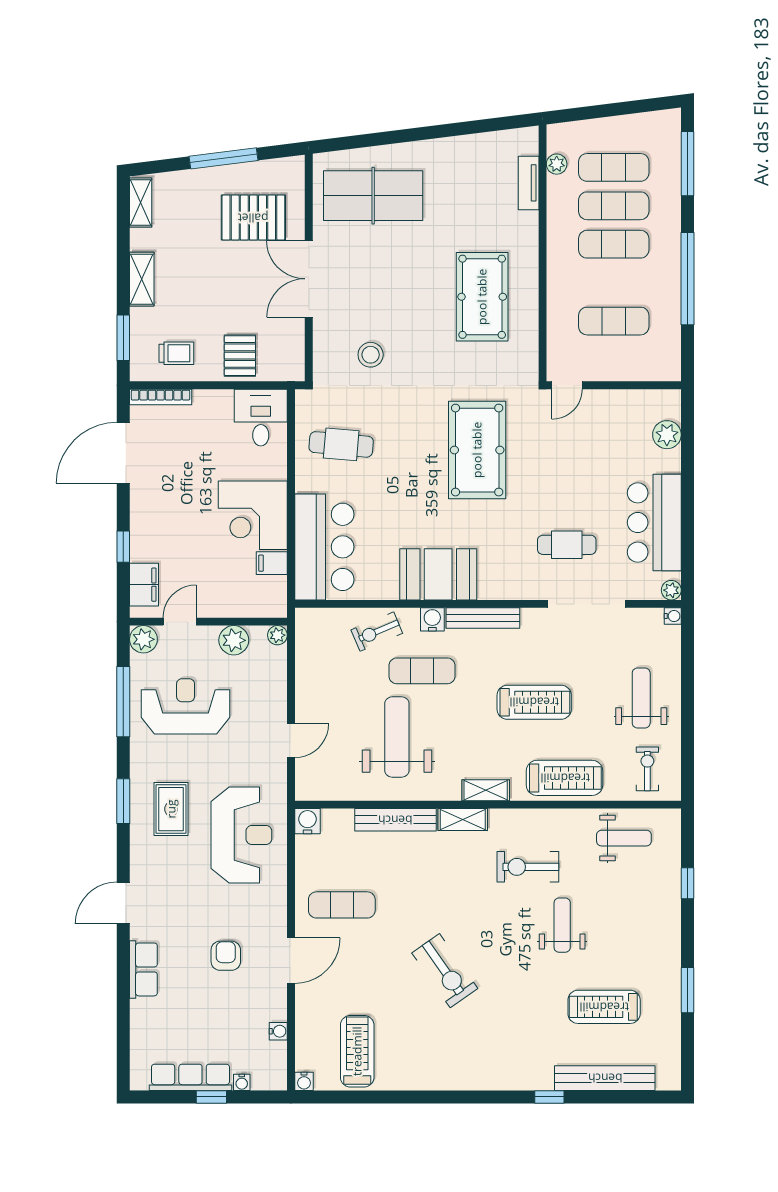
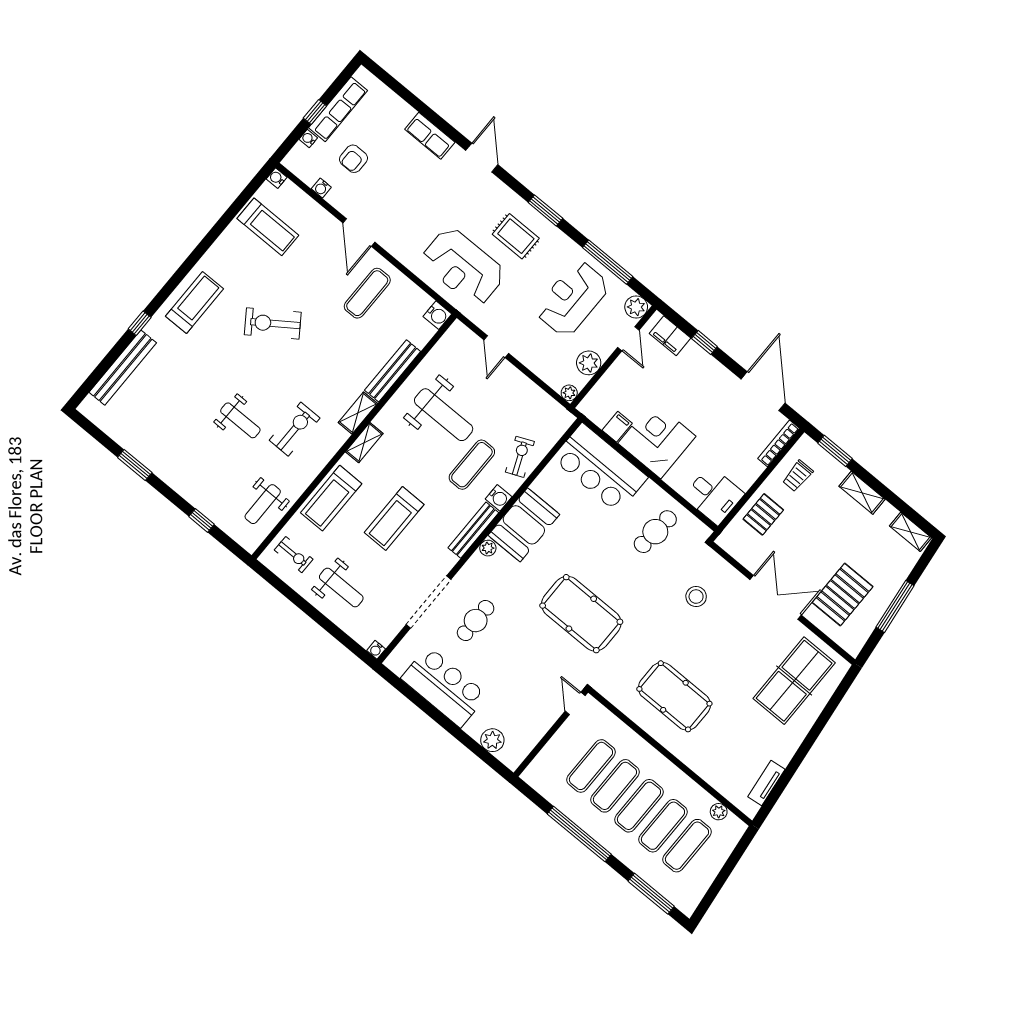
tv unit: (529, 183) -> (766, 783), moved, turned -97
exercise mat: (614, 283) -> (615, 786), added
pallet: (240, 356) -> (763, 514), turned 90
plant: (671, 590) -> (488, 548), moved
reception desk: (186, 706) -> (572, 299), turned 180
armchair: (226, 956) -> (353, 159), moved, turned 90
treadmill: (604, 1007) -> (195, 303), moved

